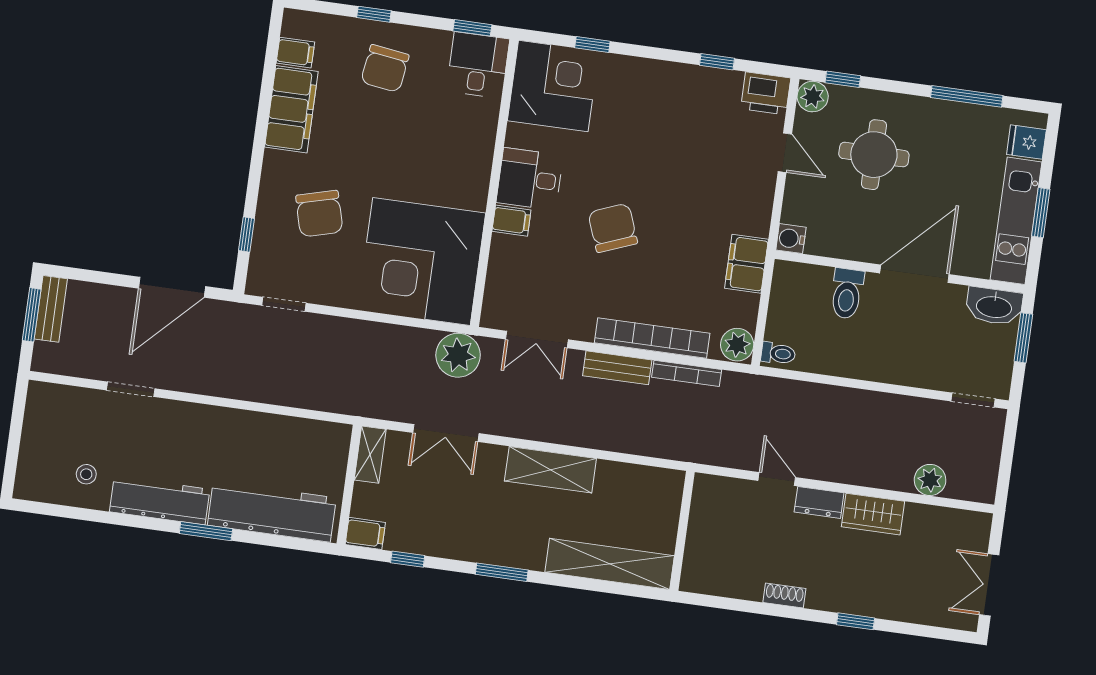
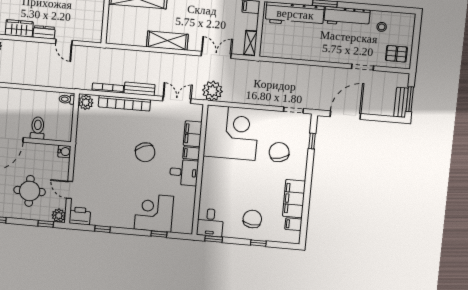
corner desk: (553, 86) -> (154, 213), moved, turned 90
filing cabinet: (747, 264) -> (193, 134), moved, turned 180
pallet: (57, 415) -> (396, 54), added

